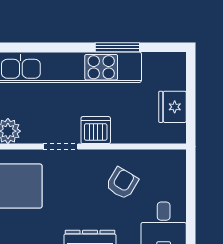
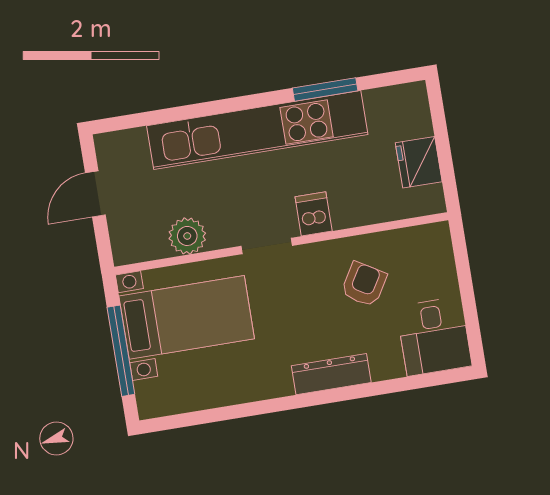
dishwasher: (96, 130) -> (314, 214), width x0.73

